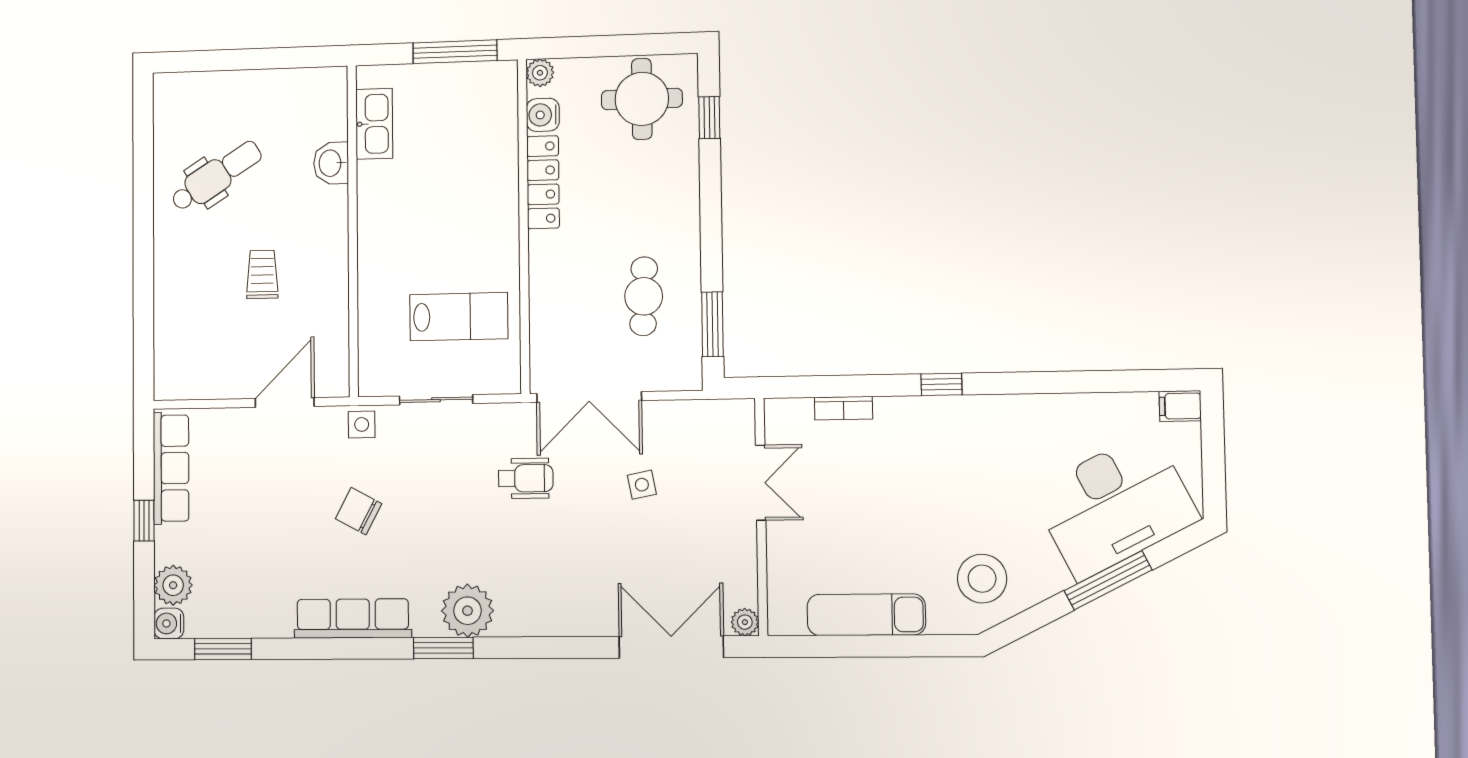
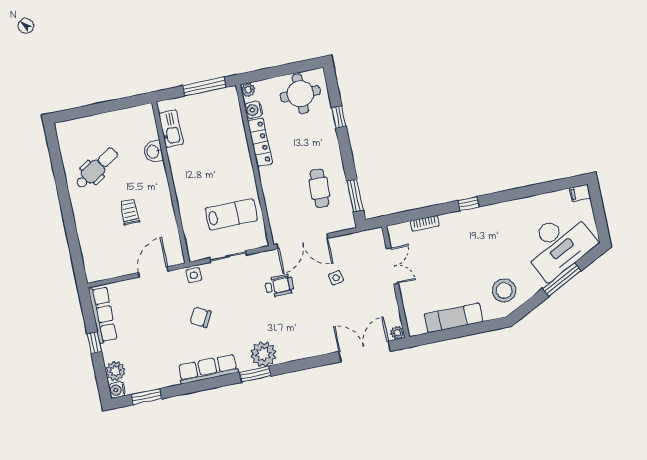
window: (709, 118) -> (339, 117), moved

